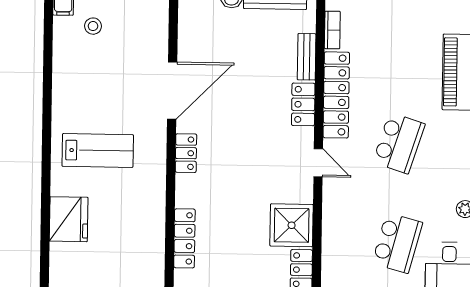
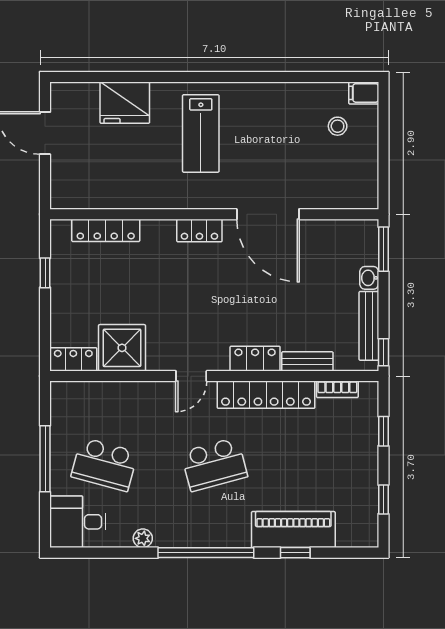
school desk: (399, 143) -> (214, 464), turned -33

